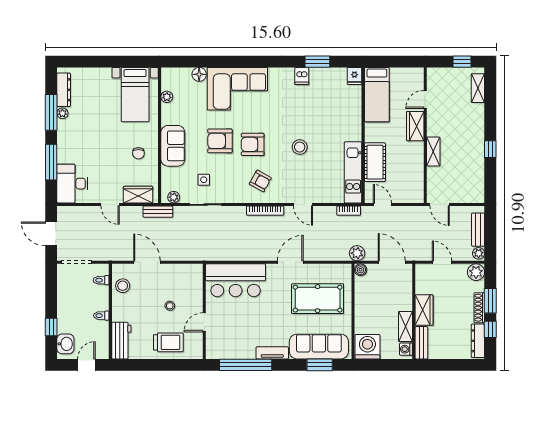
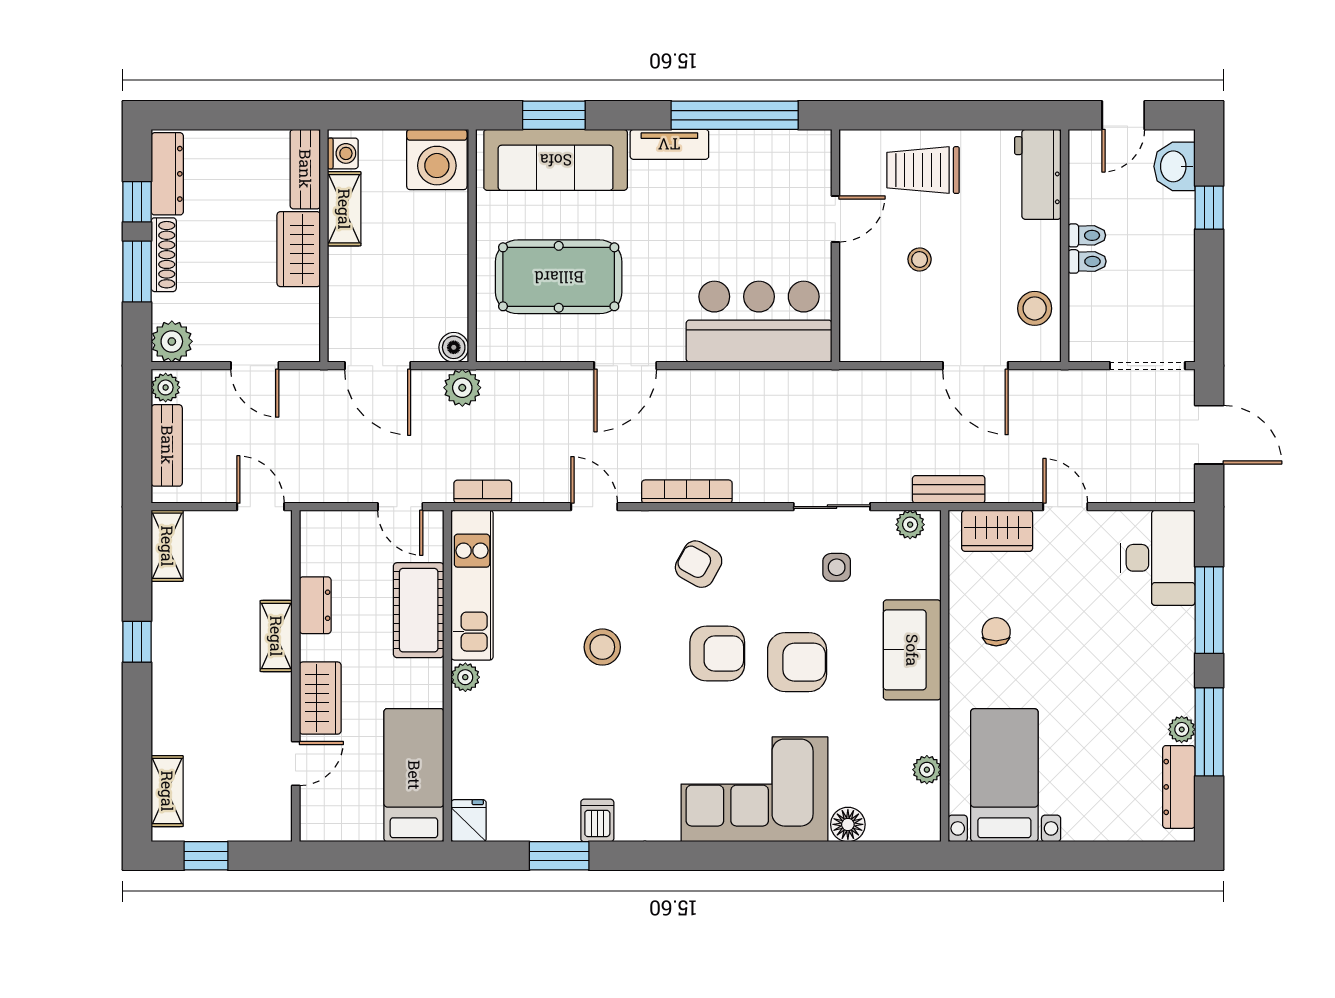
plant: (356, 135) -> (465, 677), added
dresser: (417, 164) -> (315, 605), added
shelving: (478, 189) -> (167, 546), added
toilet: (101, 280) -> (1087, 261), moved

